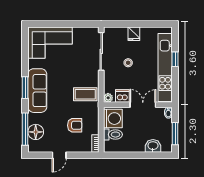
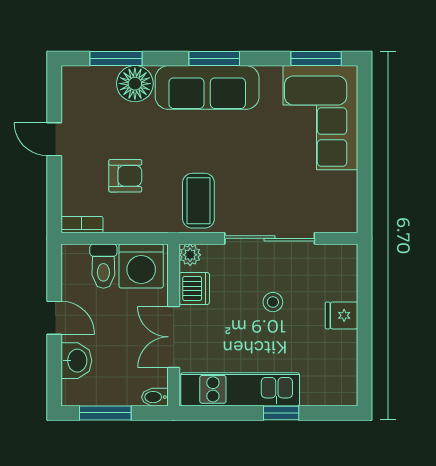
window: (25, 44) -> (316, 59), added
sliding door: (101, 51) -> (270, 238), moved
kitchen unit: (165, 67) -> (240, 389), width x0.73
double door: (143, 105) -> (174, 337), swing flipped
armchair: (75, 125) -> (125, 176), turned -90
window: (25, 129) -> (116, 59), width x0.69
floor lamp: (36, 132) -> (135, 84), moved
door: (135, 155) -> (54, 318), added

